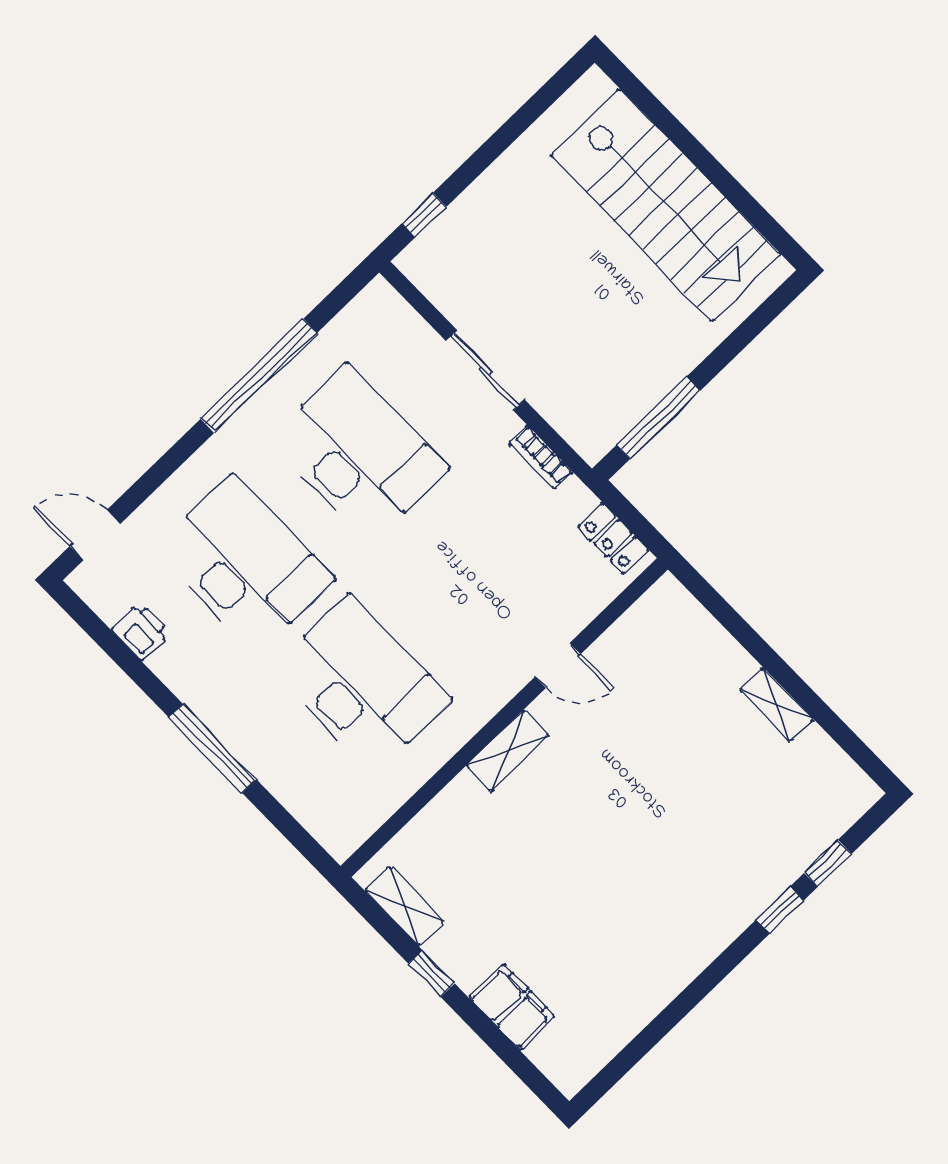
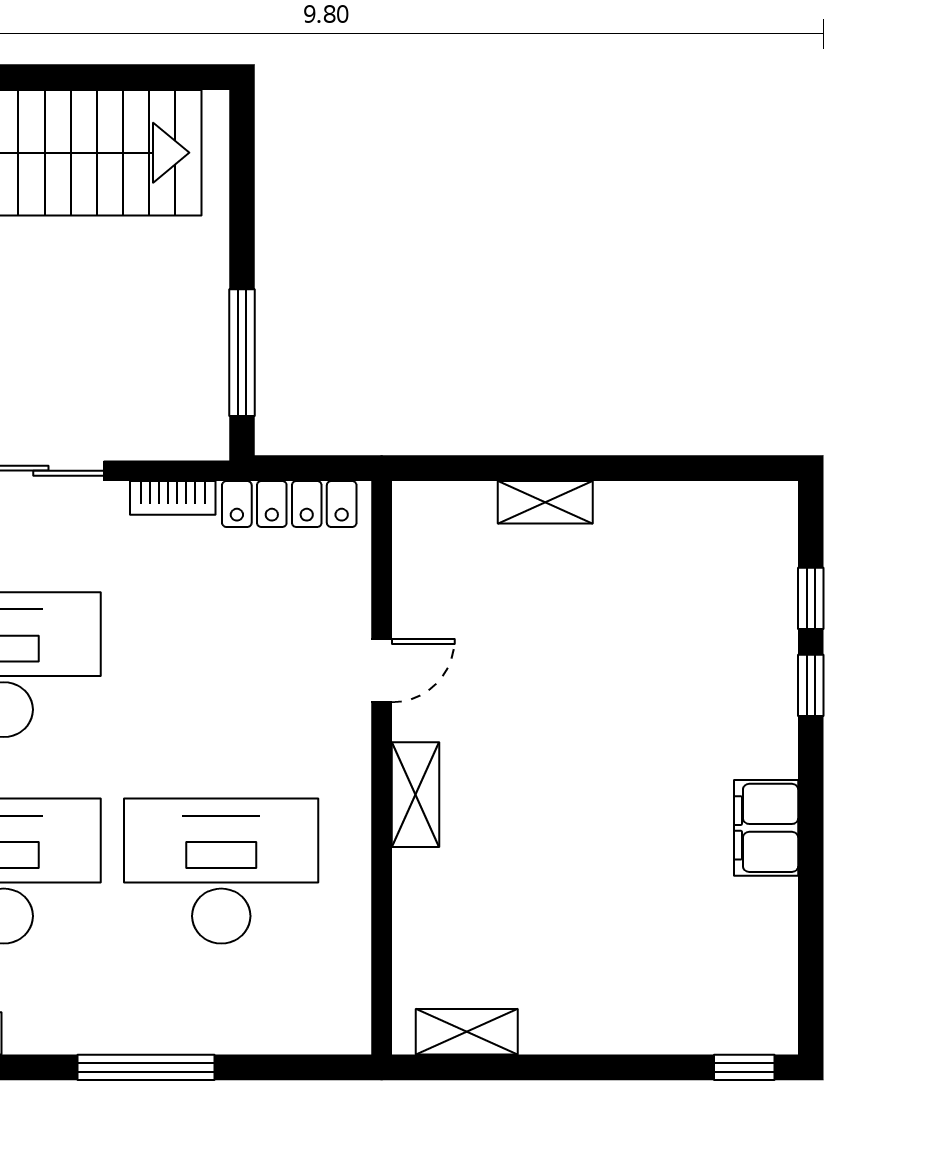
locker: (613, 538) -> (289, 504), width x1.53
shelving: (777, 705) -> (545, 502), moved
window: (431, 973) -> (744, 1067), moved
filing cabinet: (512, 1007) -> (766, 828), moved, turned -90

